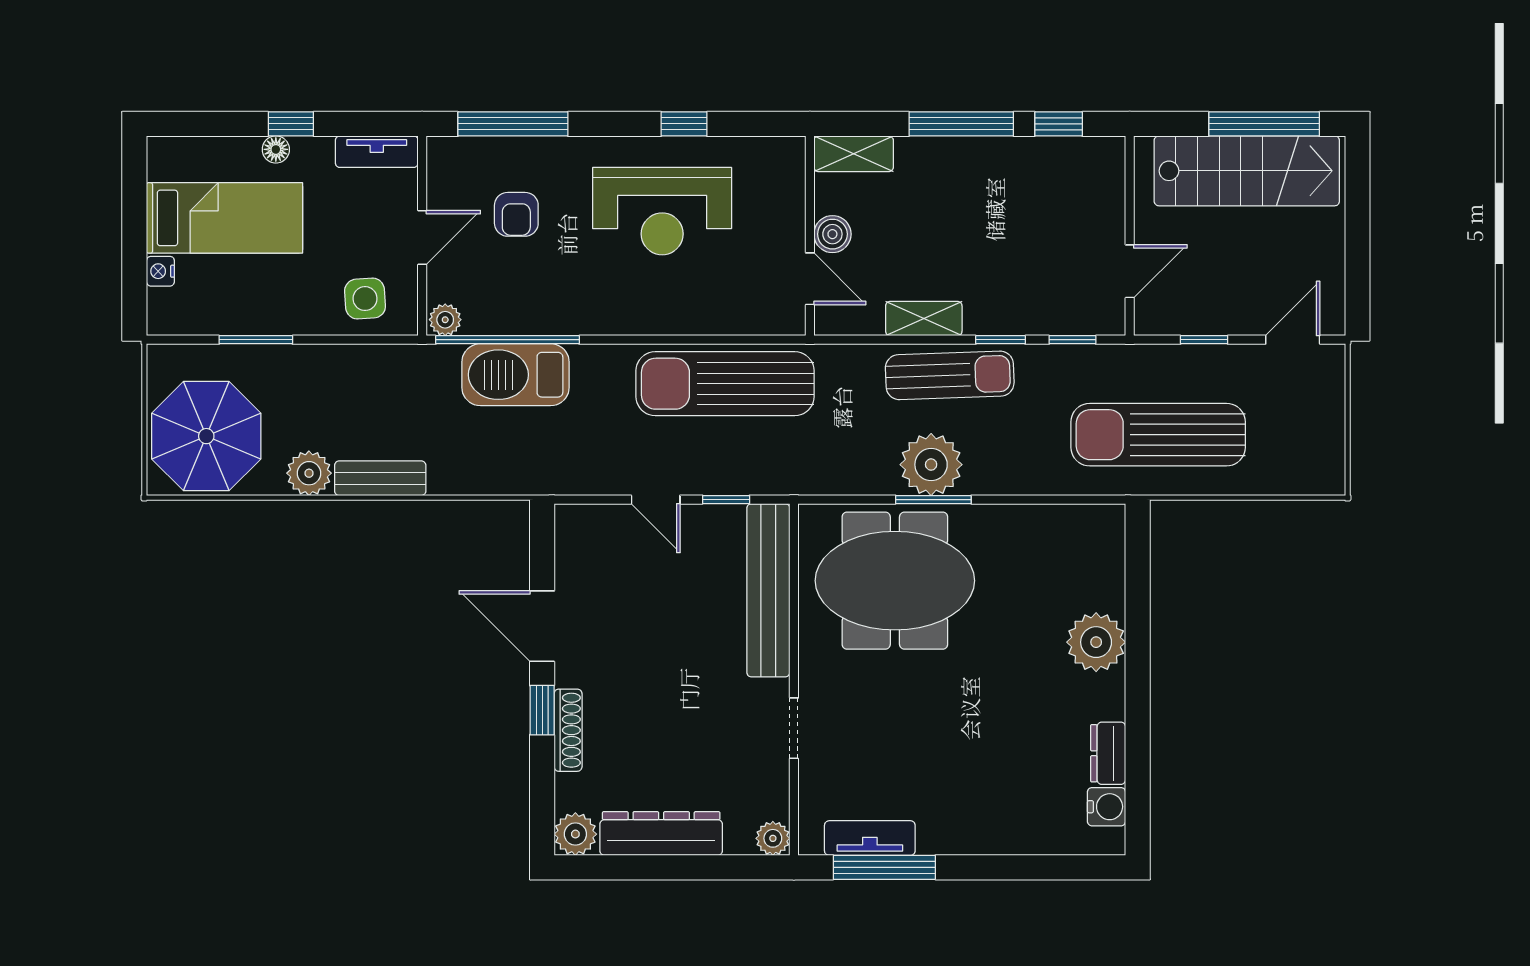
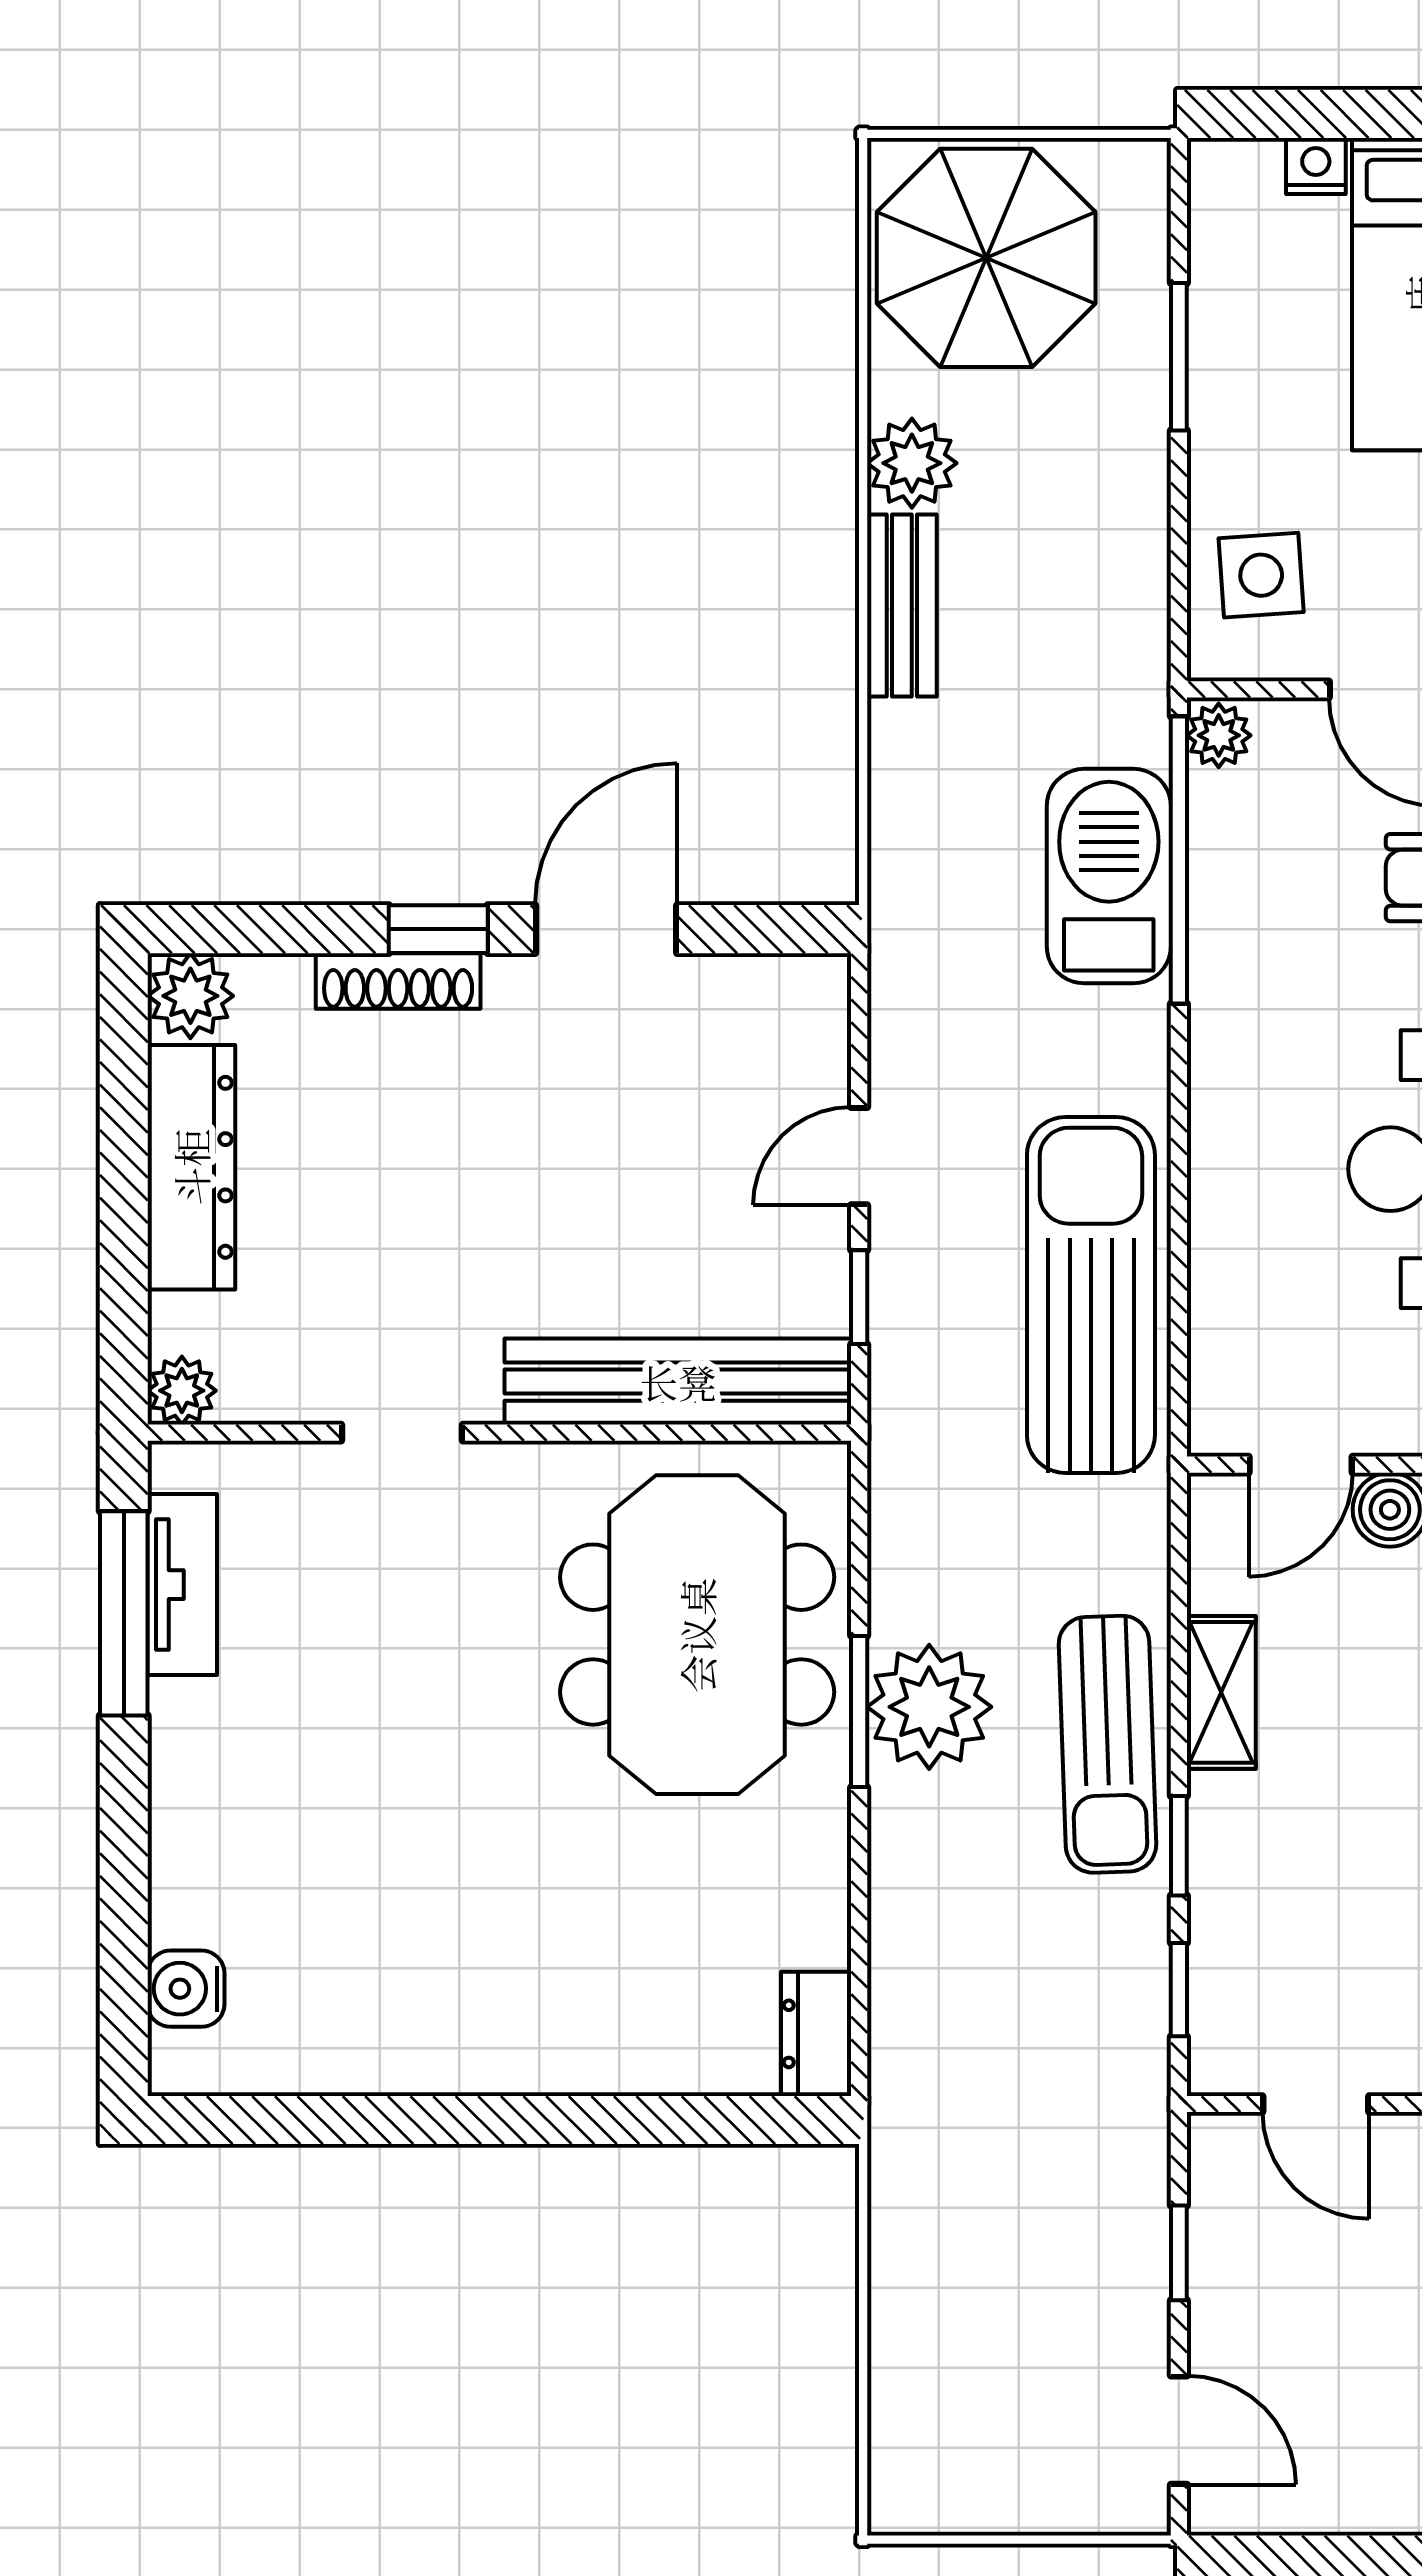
sun lounger: (1158, 435) -> (989, 2161), removed
plant: (1096, 642) -> (574, 2037), removed
dresser: (1108, 753) -> (816, 2034), moved, turned -90
water cooler: (1107, 807) -> (186, 1989), moved, turned 90

